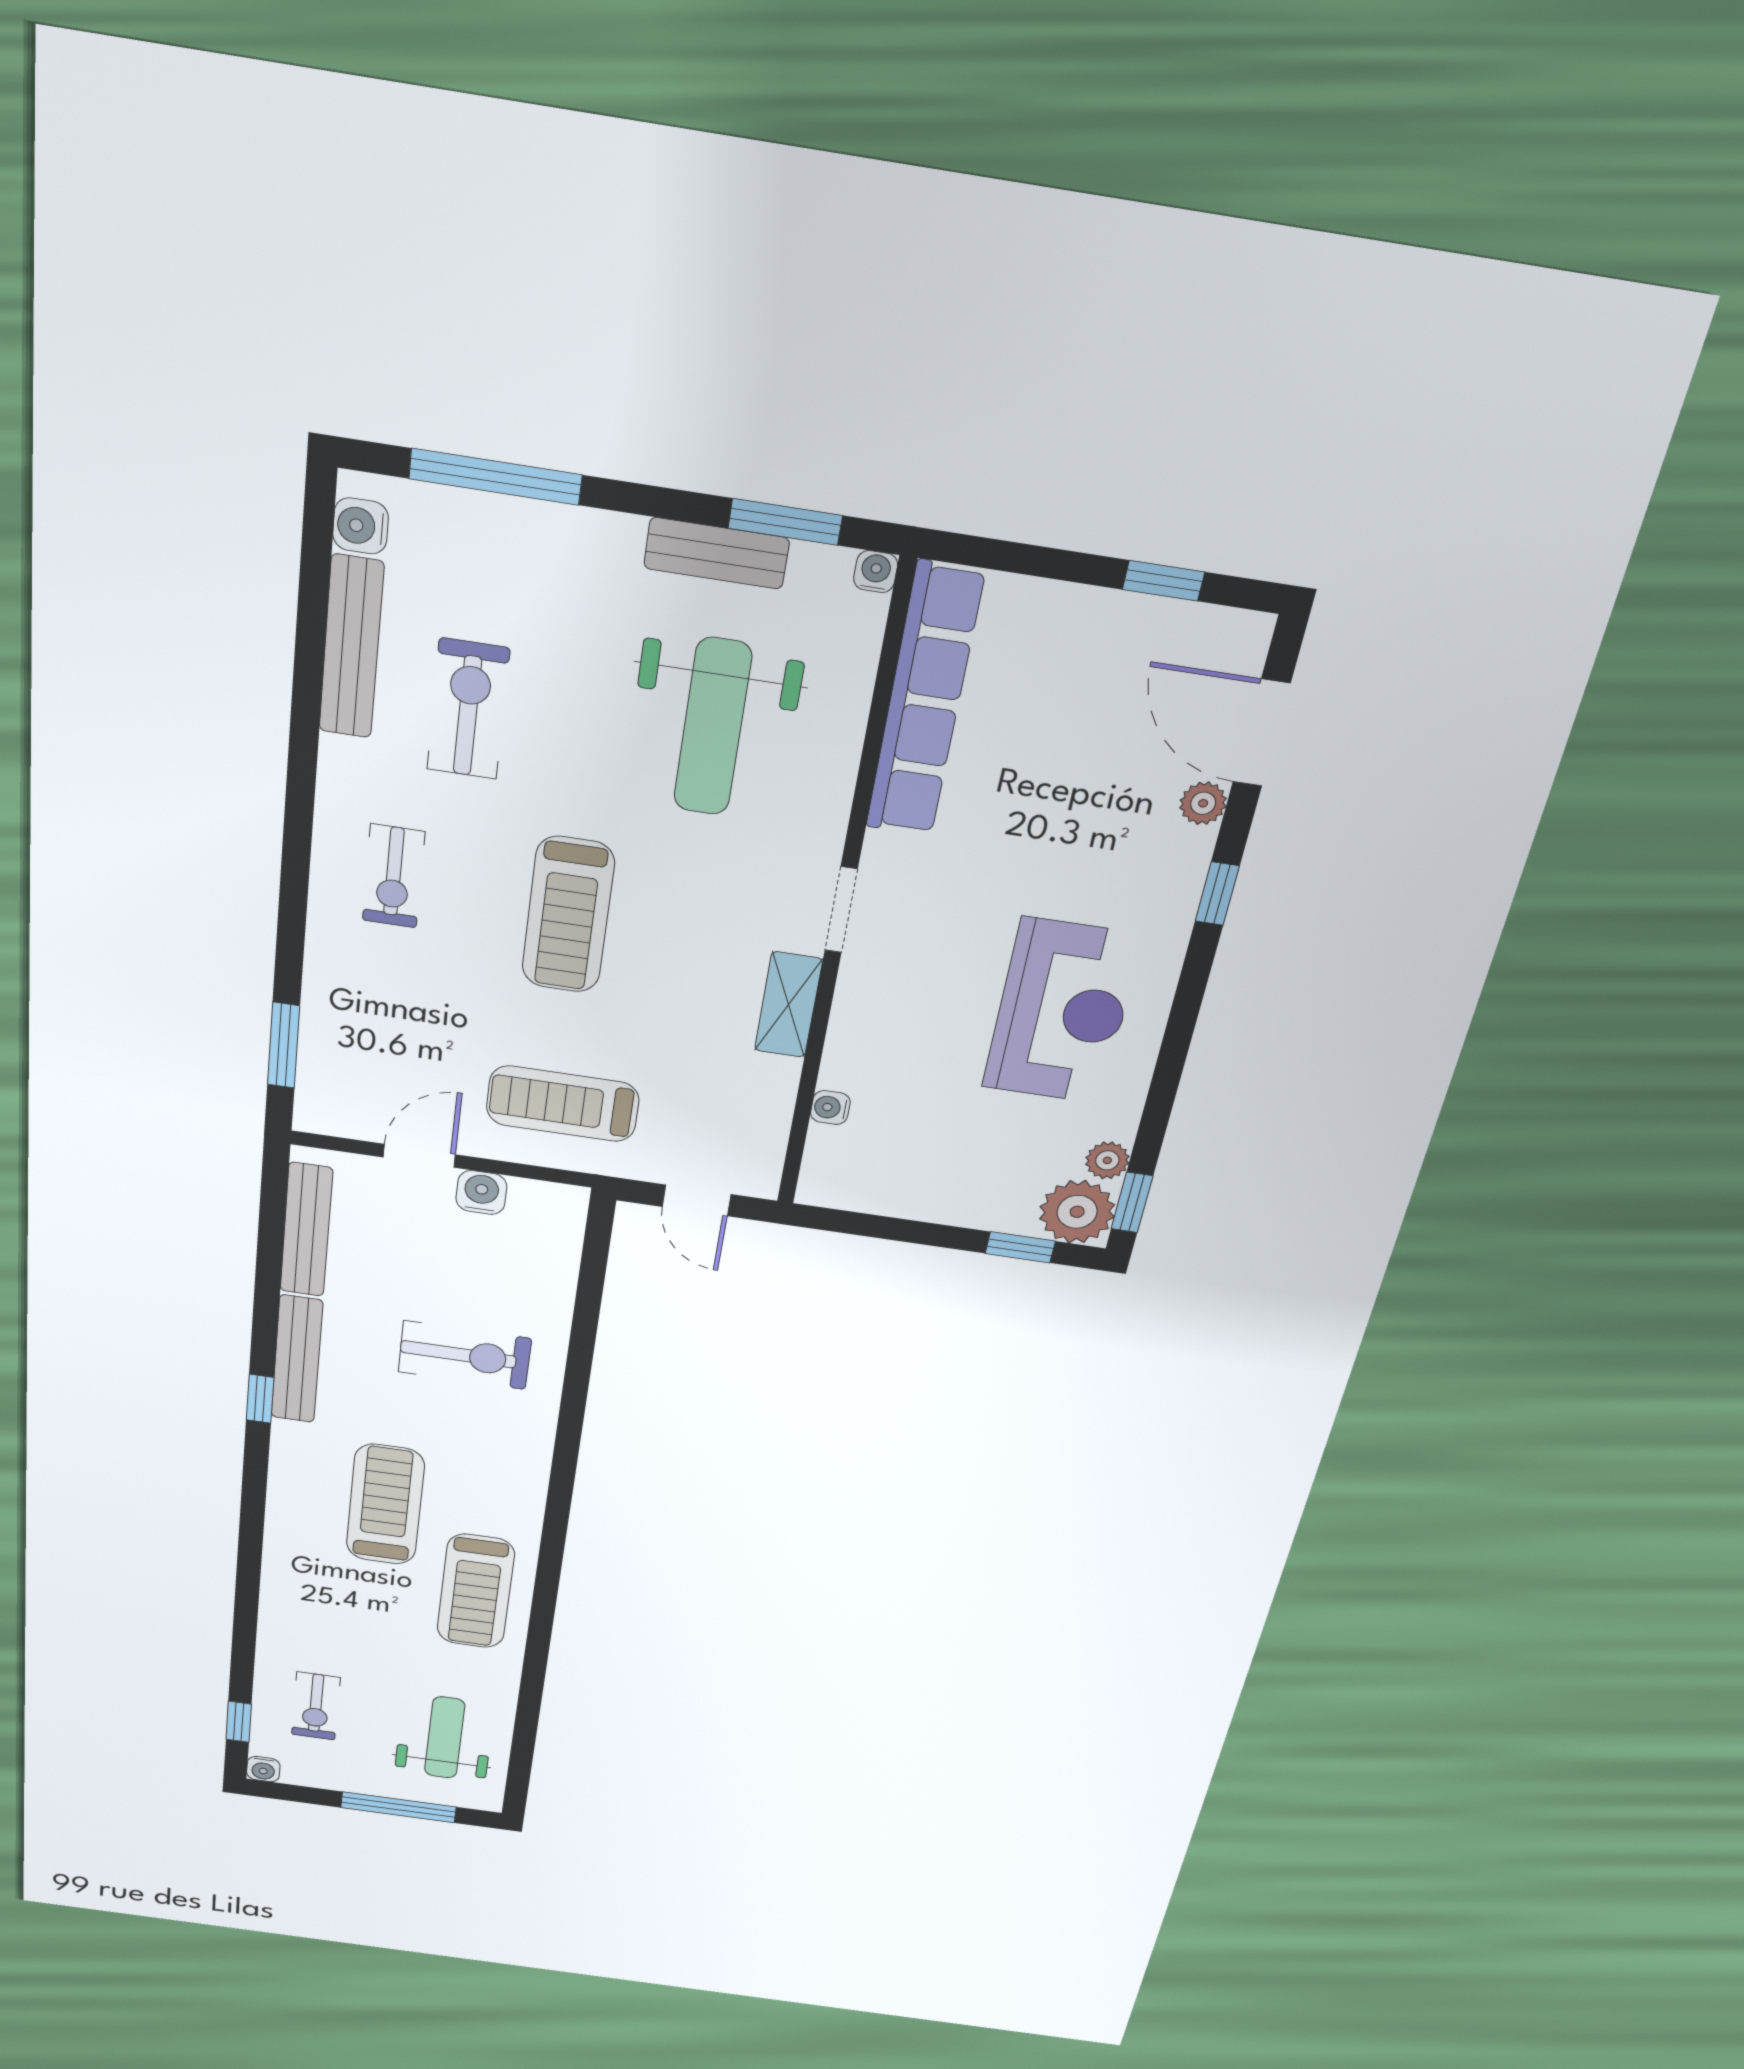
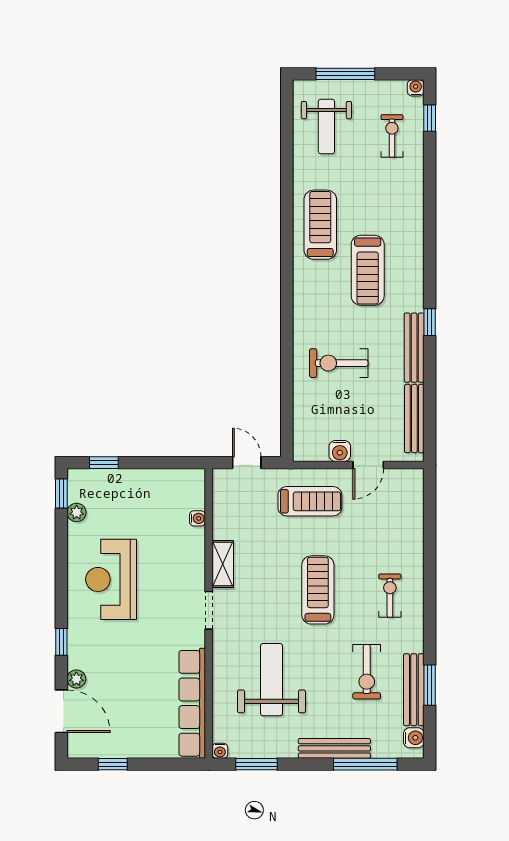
bench: (717, 553) -> (334, 748), moved, width x1.36
window: (284, 1045) -> (430, 685), moved
plant: (1077, 1212) -> (84, 485), removed

